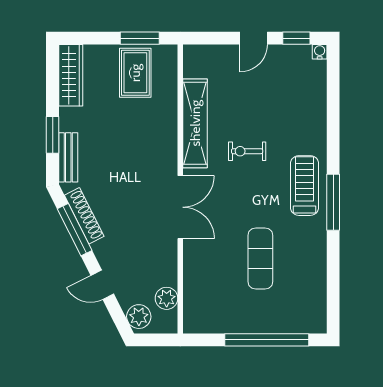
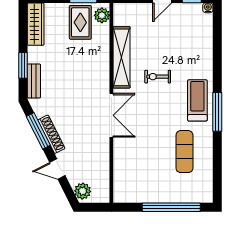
shoe rack: (84, 216) -> (51, 134), moved
exercise mat: (260, 258) -> (184, 152), moved
plant: (167, 298) -> (102, 15), moved

